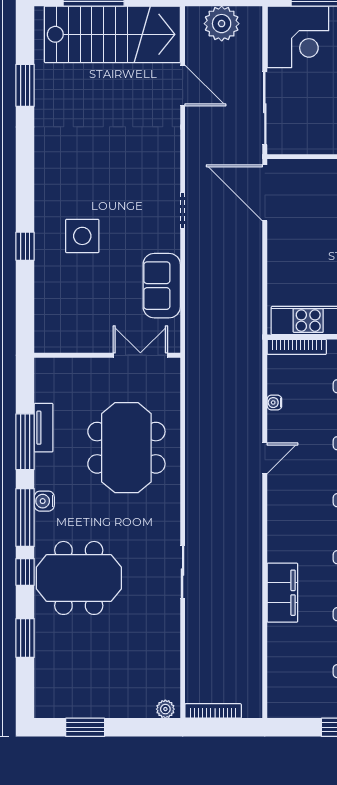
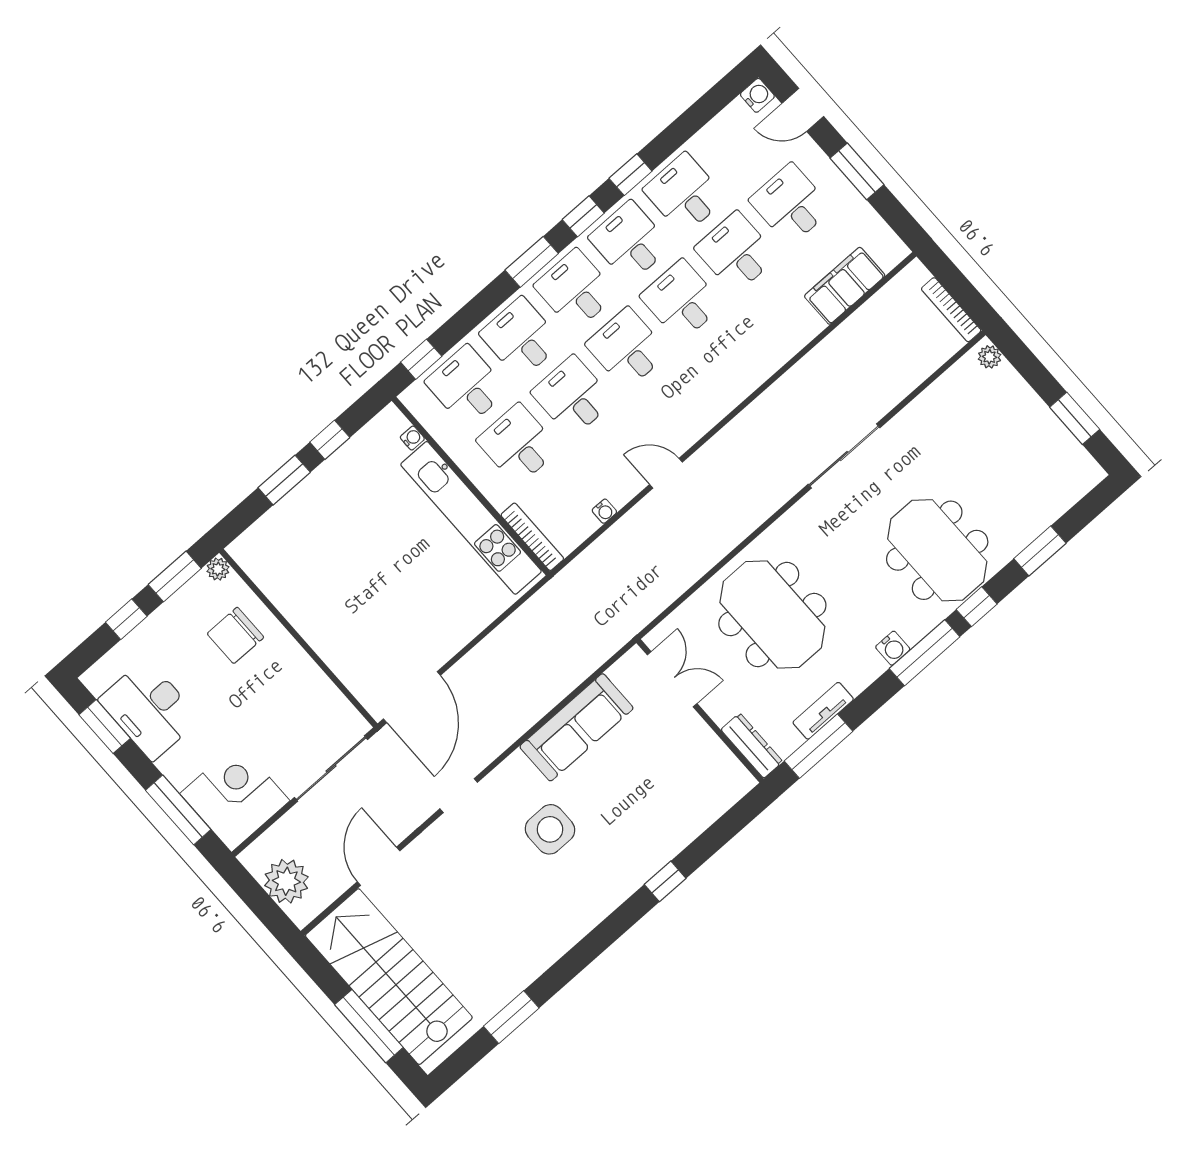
doorway: (183, 210) -> (459, 796), moved
side table: (82, 236) -> (550, 829), moved
sofa: (162, 286) -> (576, 727), width x1.36
double door: (140, 355) -> (672, 679), swing flipped
dresser: (60, 368) -> (752, 746), added
window: (25, 442) -> (819, 746), moved
meeting table: (126, 448) -> (772, 615), turned 90
sliding door: (183, 572) -> (844, 456), width x1.37
filing cabinet: (282, 593) -> (845, 286), moved

